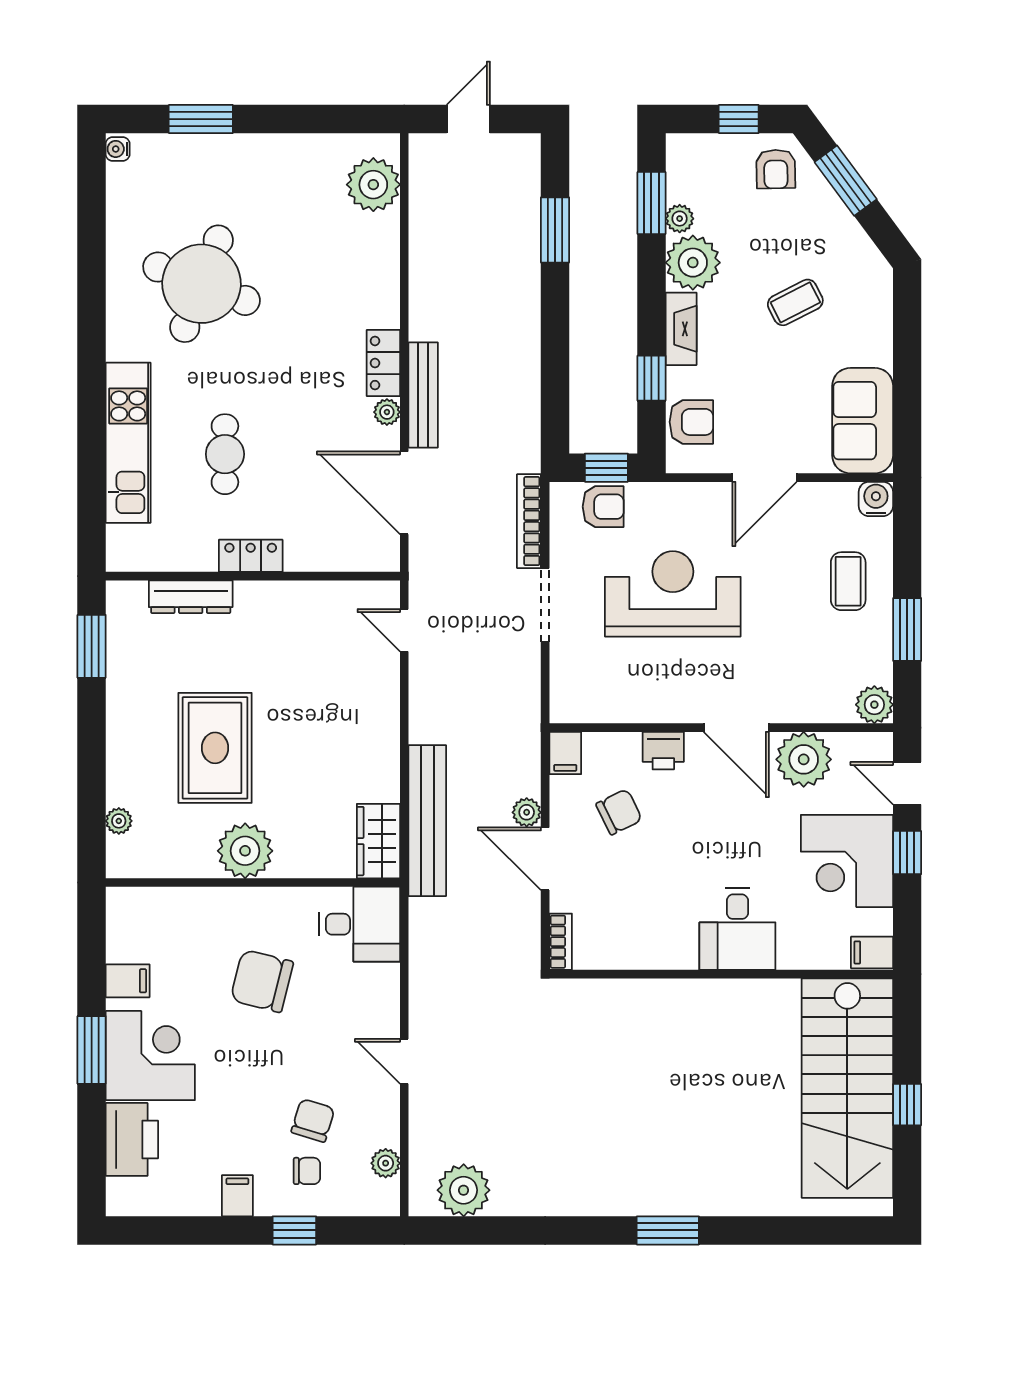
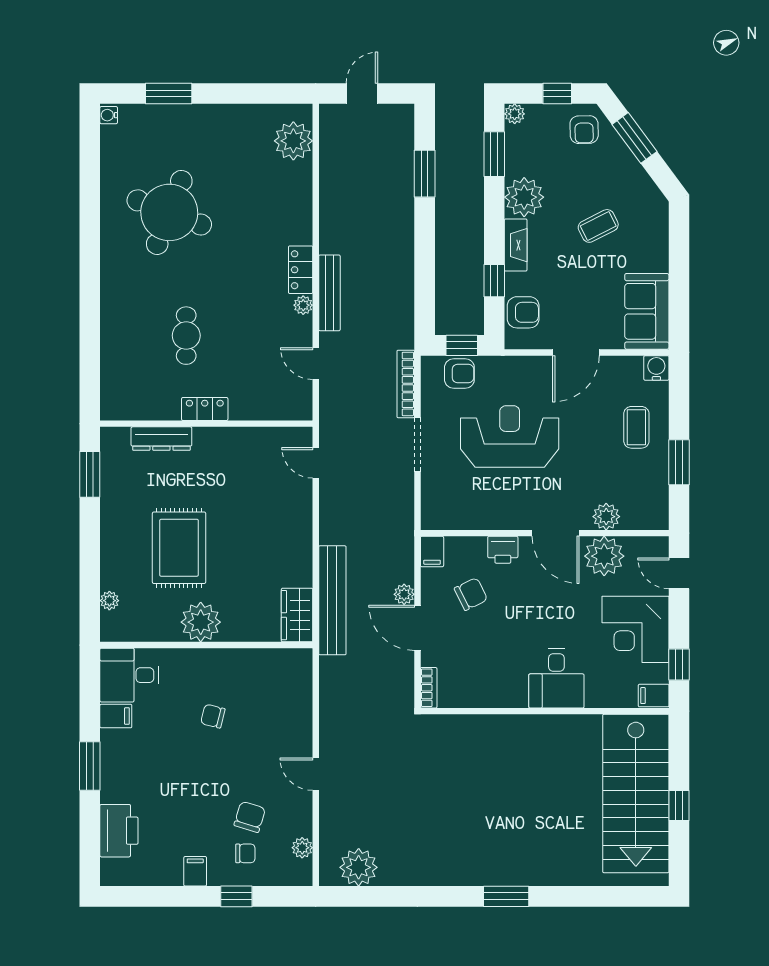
plant: (680, 219) -> (515, 114), moved
kitchen unit: (128, 443) -> (116, 327), removed
door: (404, 493) -> (316, 364), width x0.53
plant: (874, 705) -> (606, 517), moved
window: (907, 853) -> (679, 664), moved
desk: (360, 924) -> (129, 675), moved, turned 180
chair: (262, 981) -> (213, 716), width x0.54, depth x0.54
corner desk: (150, 1056) -> (132, 770), removed

